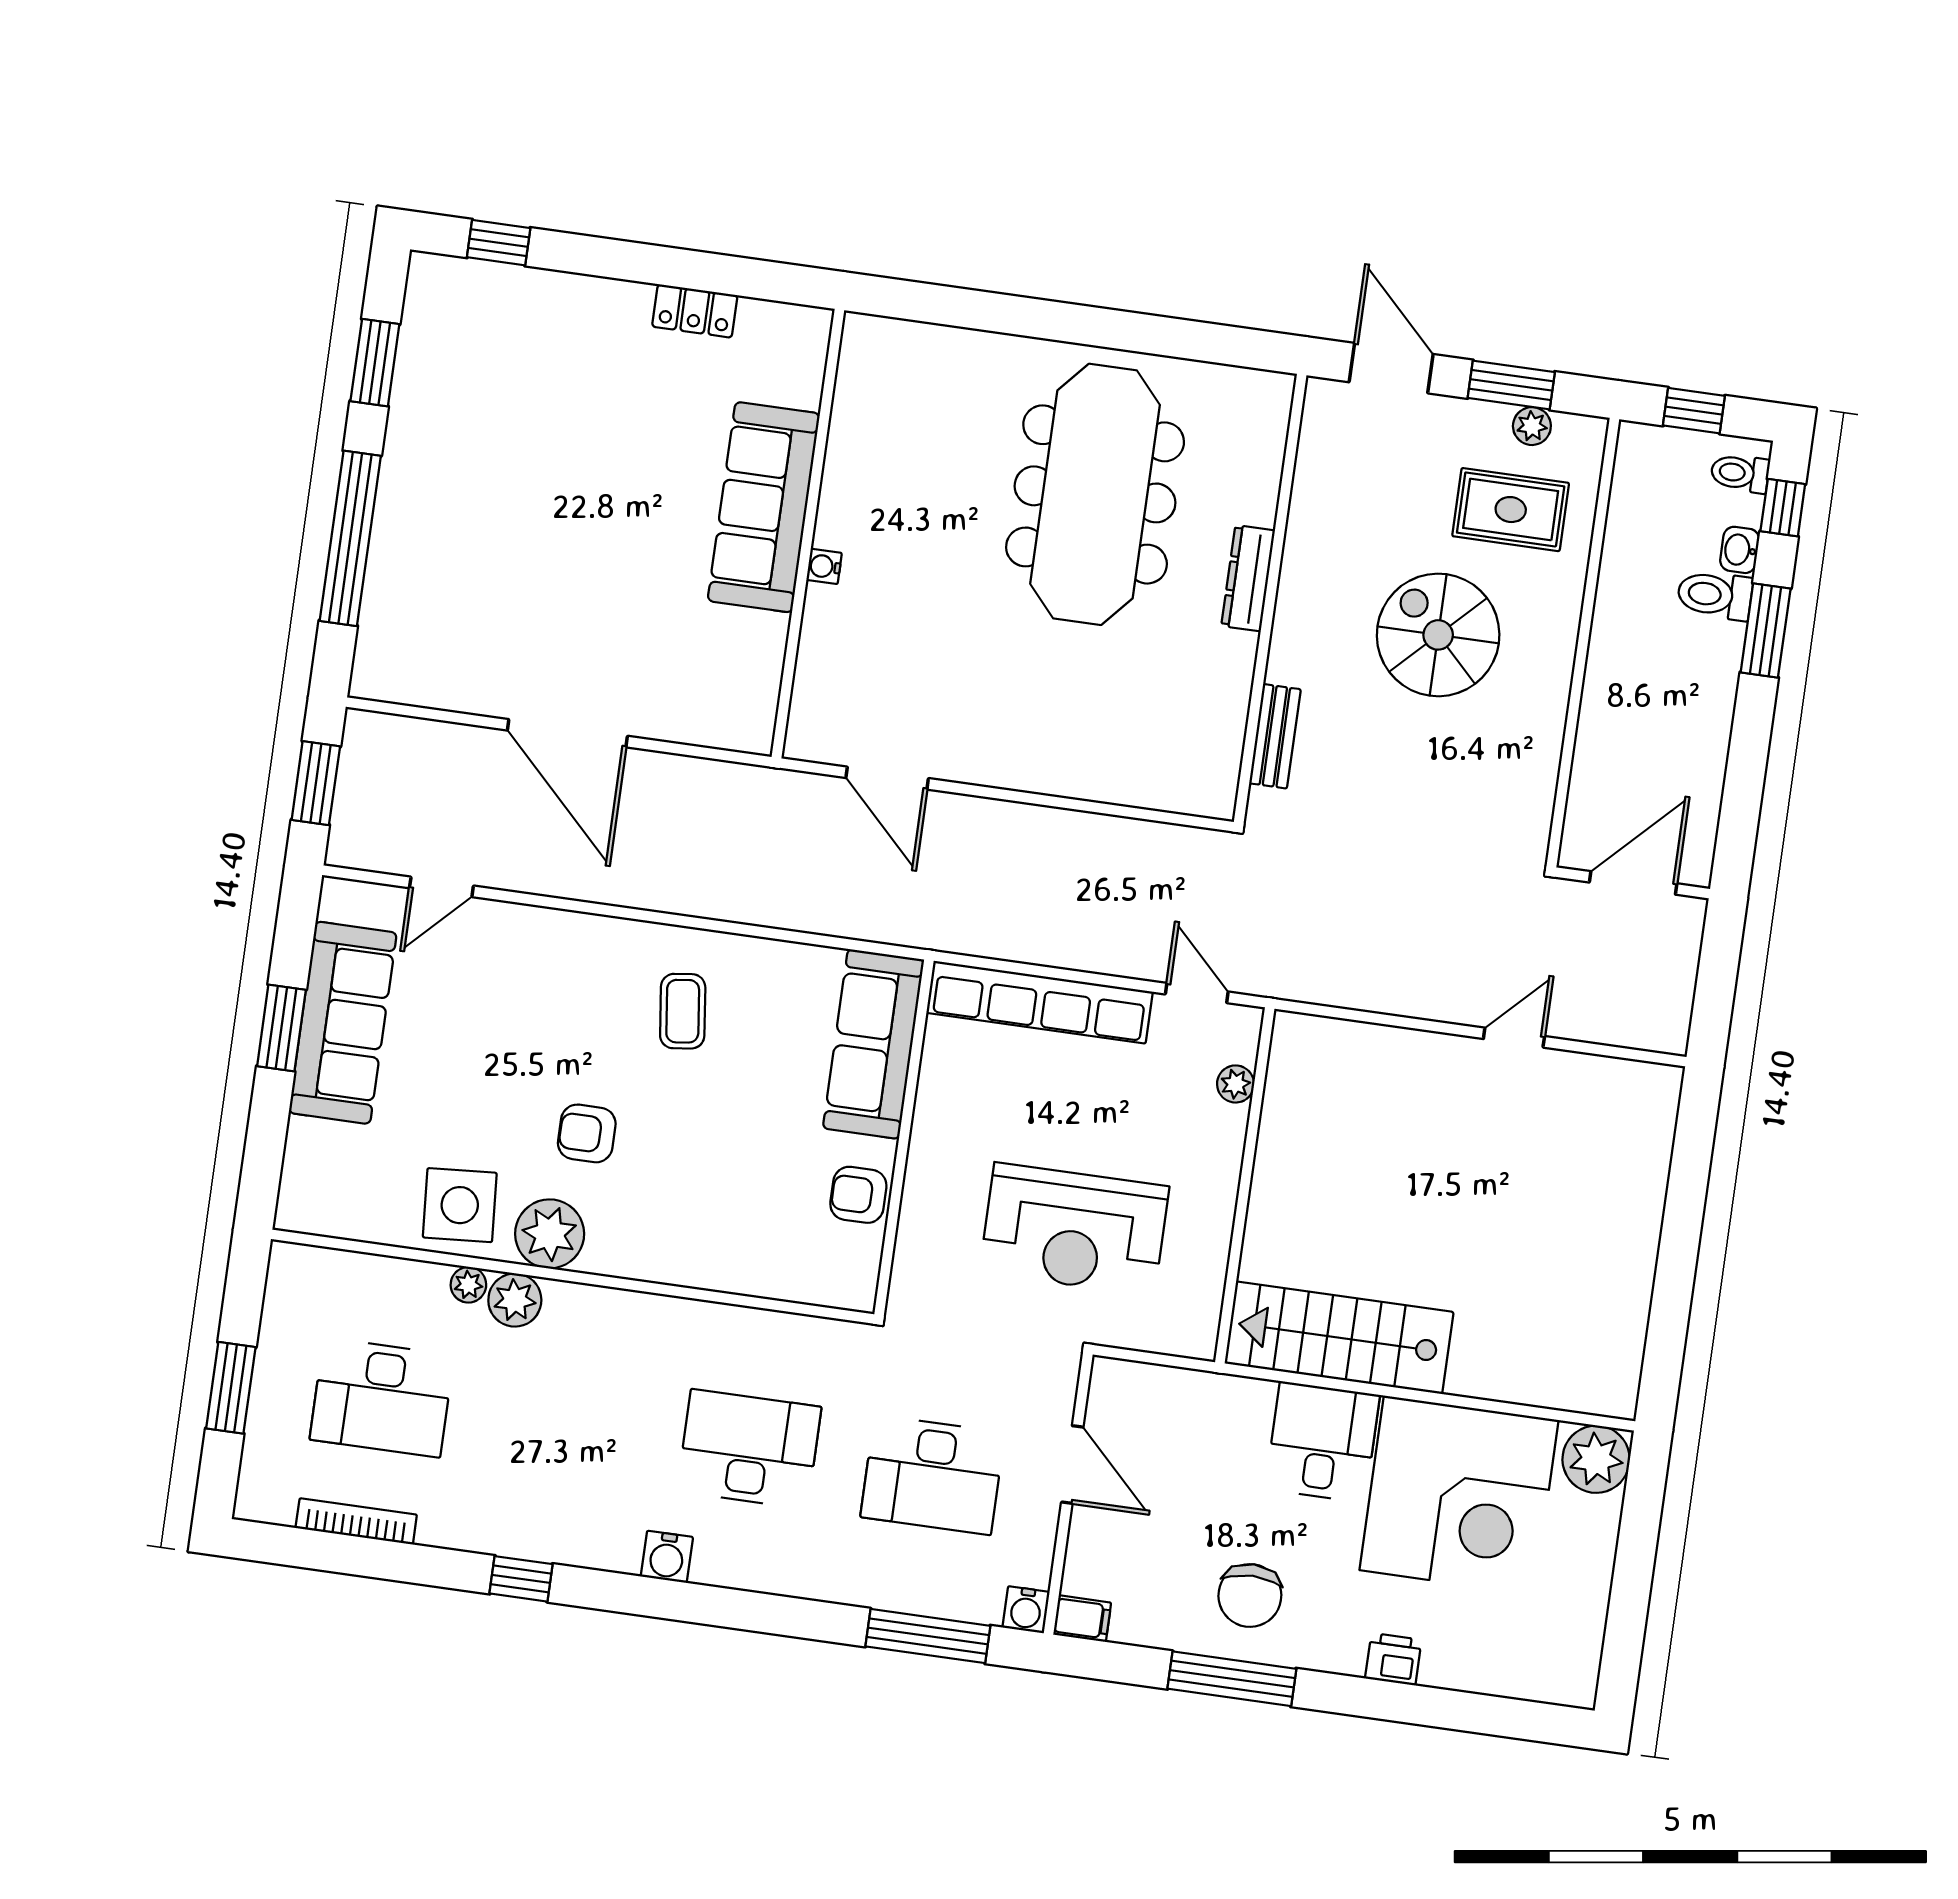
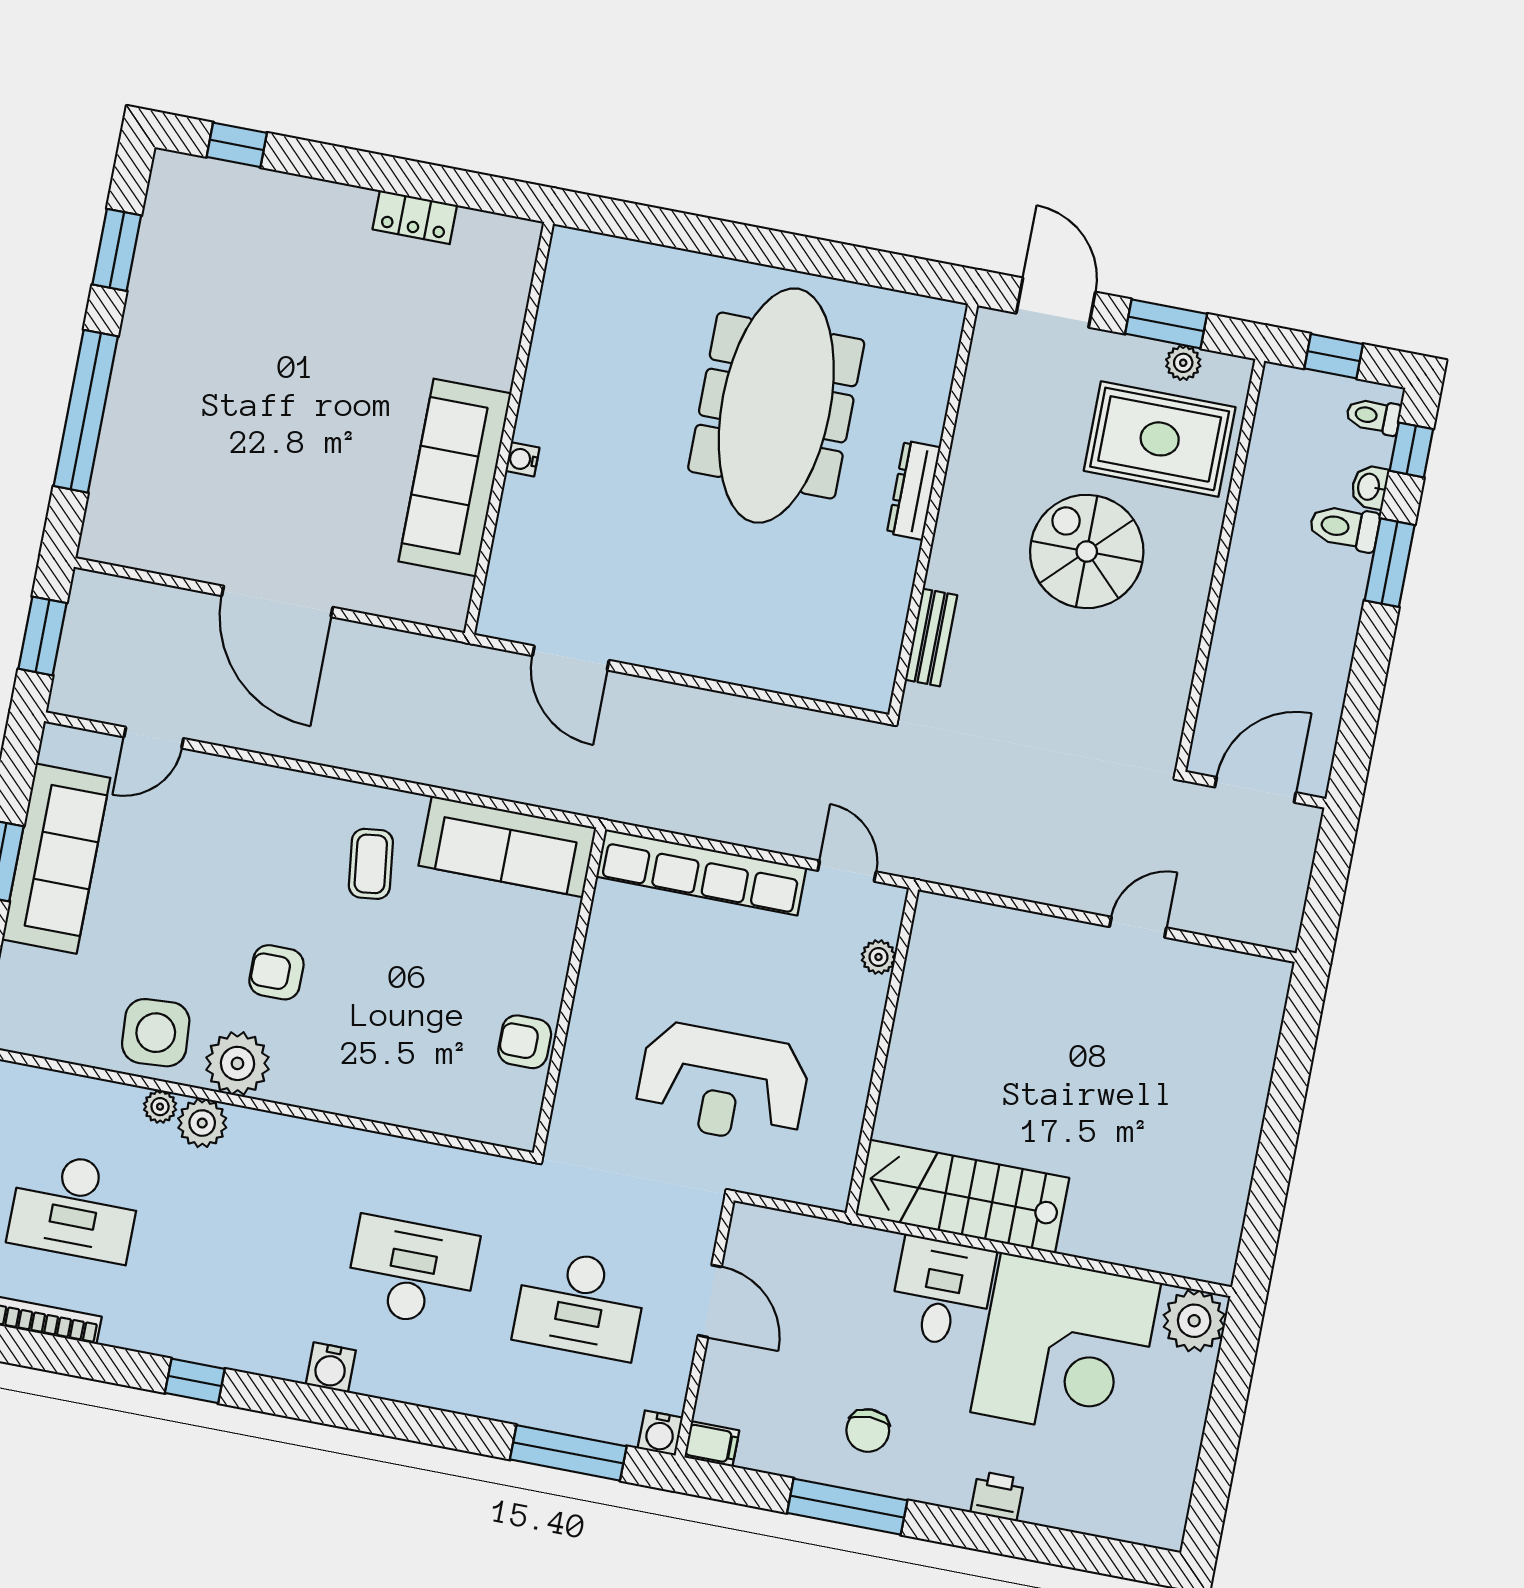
sofa: (764, 507) -> (455, 477), moved
rug: (1511, 510) -> (1160, 439), width x1.36, depth x1.43
sofa: (873, 1044) -> (507, 847), moved, turned -90
chair: (1250, 1596) -> (868, 1430), width x0.73, depth x0.73

